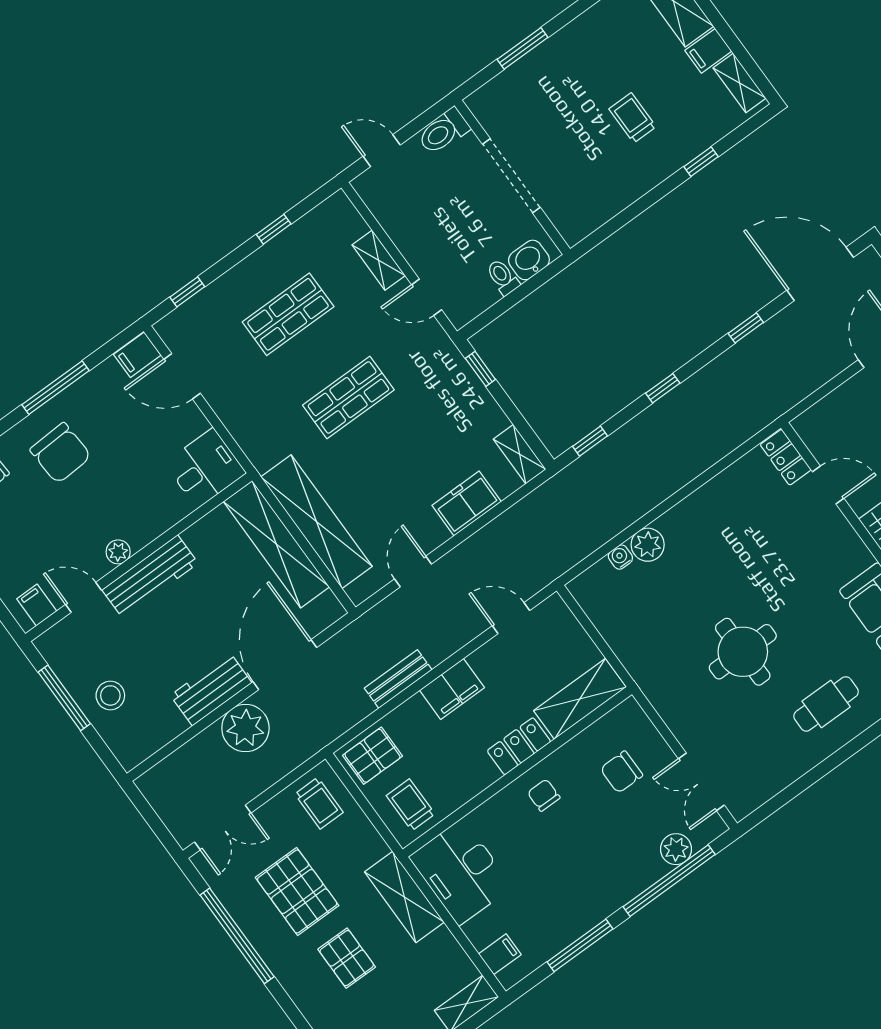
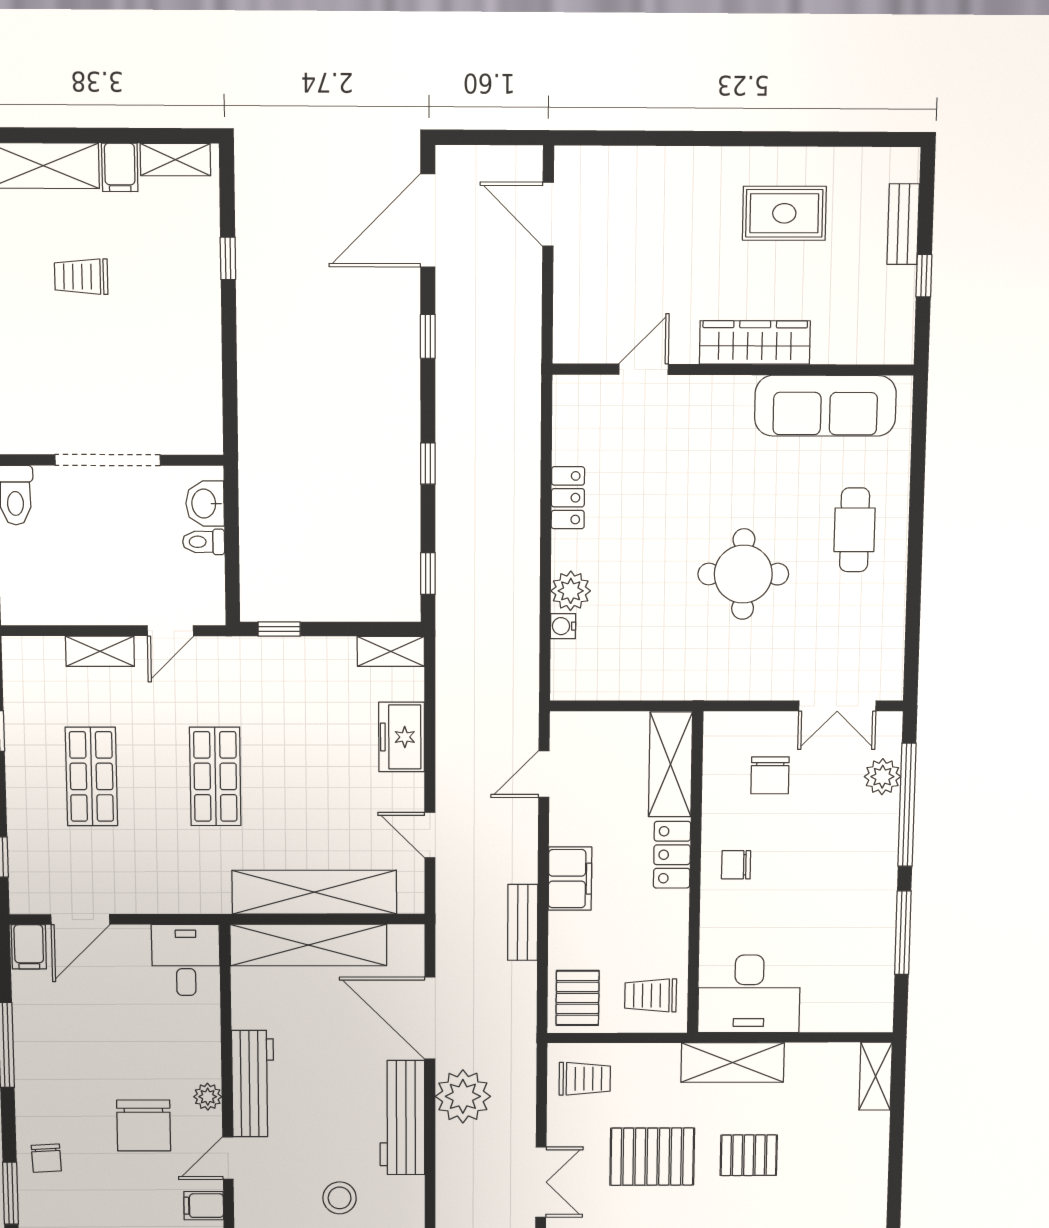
trolley: (632, 118) -> (81, 277), moved
chair: (61, 453) -> (144, 1126), moved, turned 93
locker: (786, 457) -> (568, 498), moved, turned -90
workbench: (211, 689) -> (402, 1118), width x1.38
filing cabinet: (500, 954) -> (854, 1013), removed

